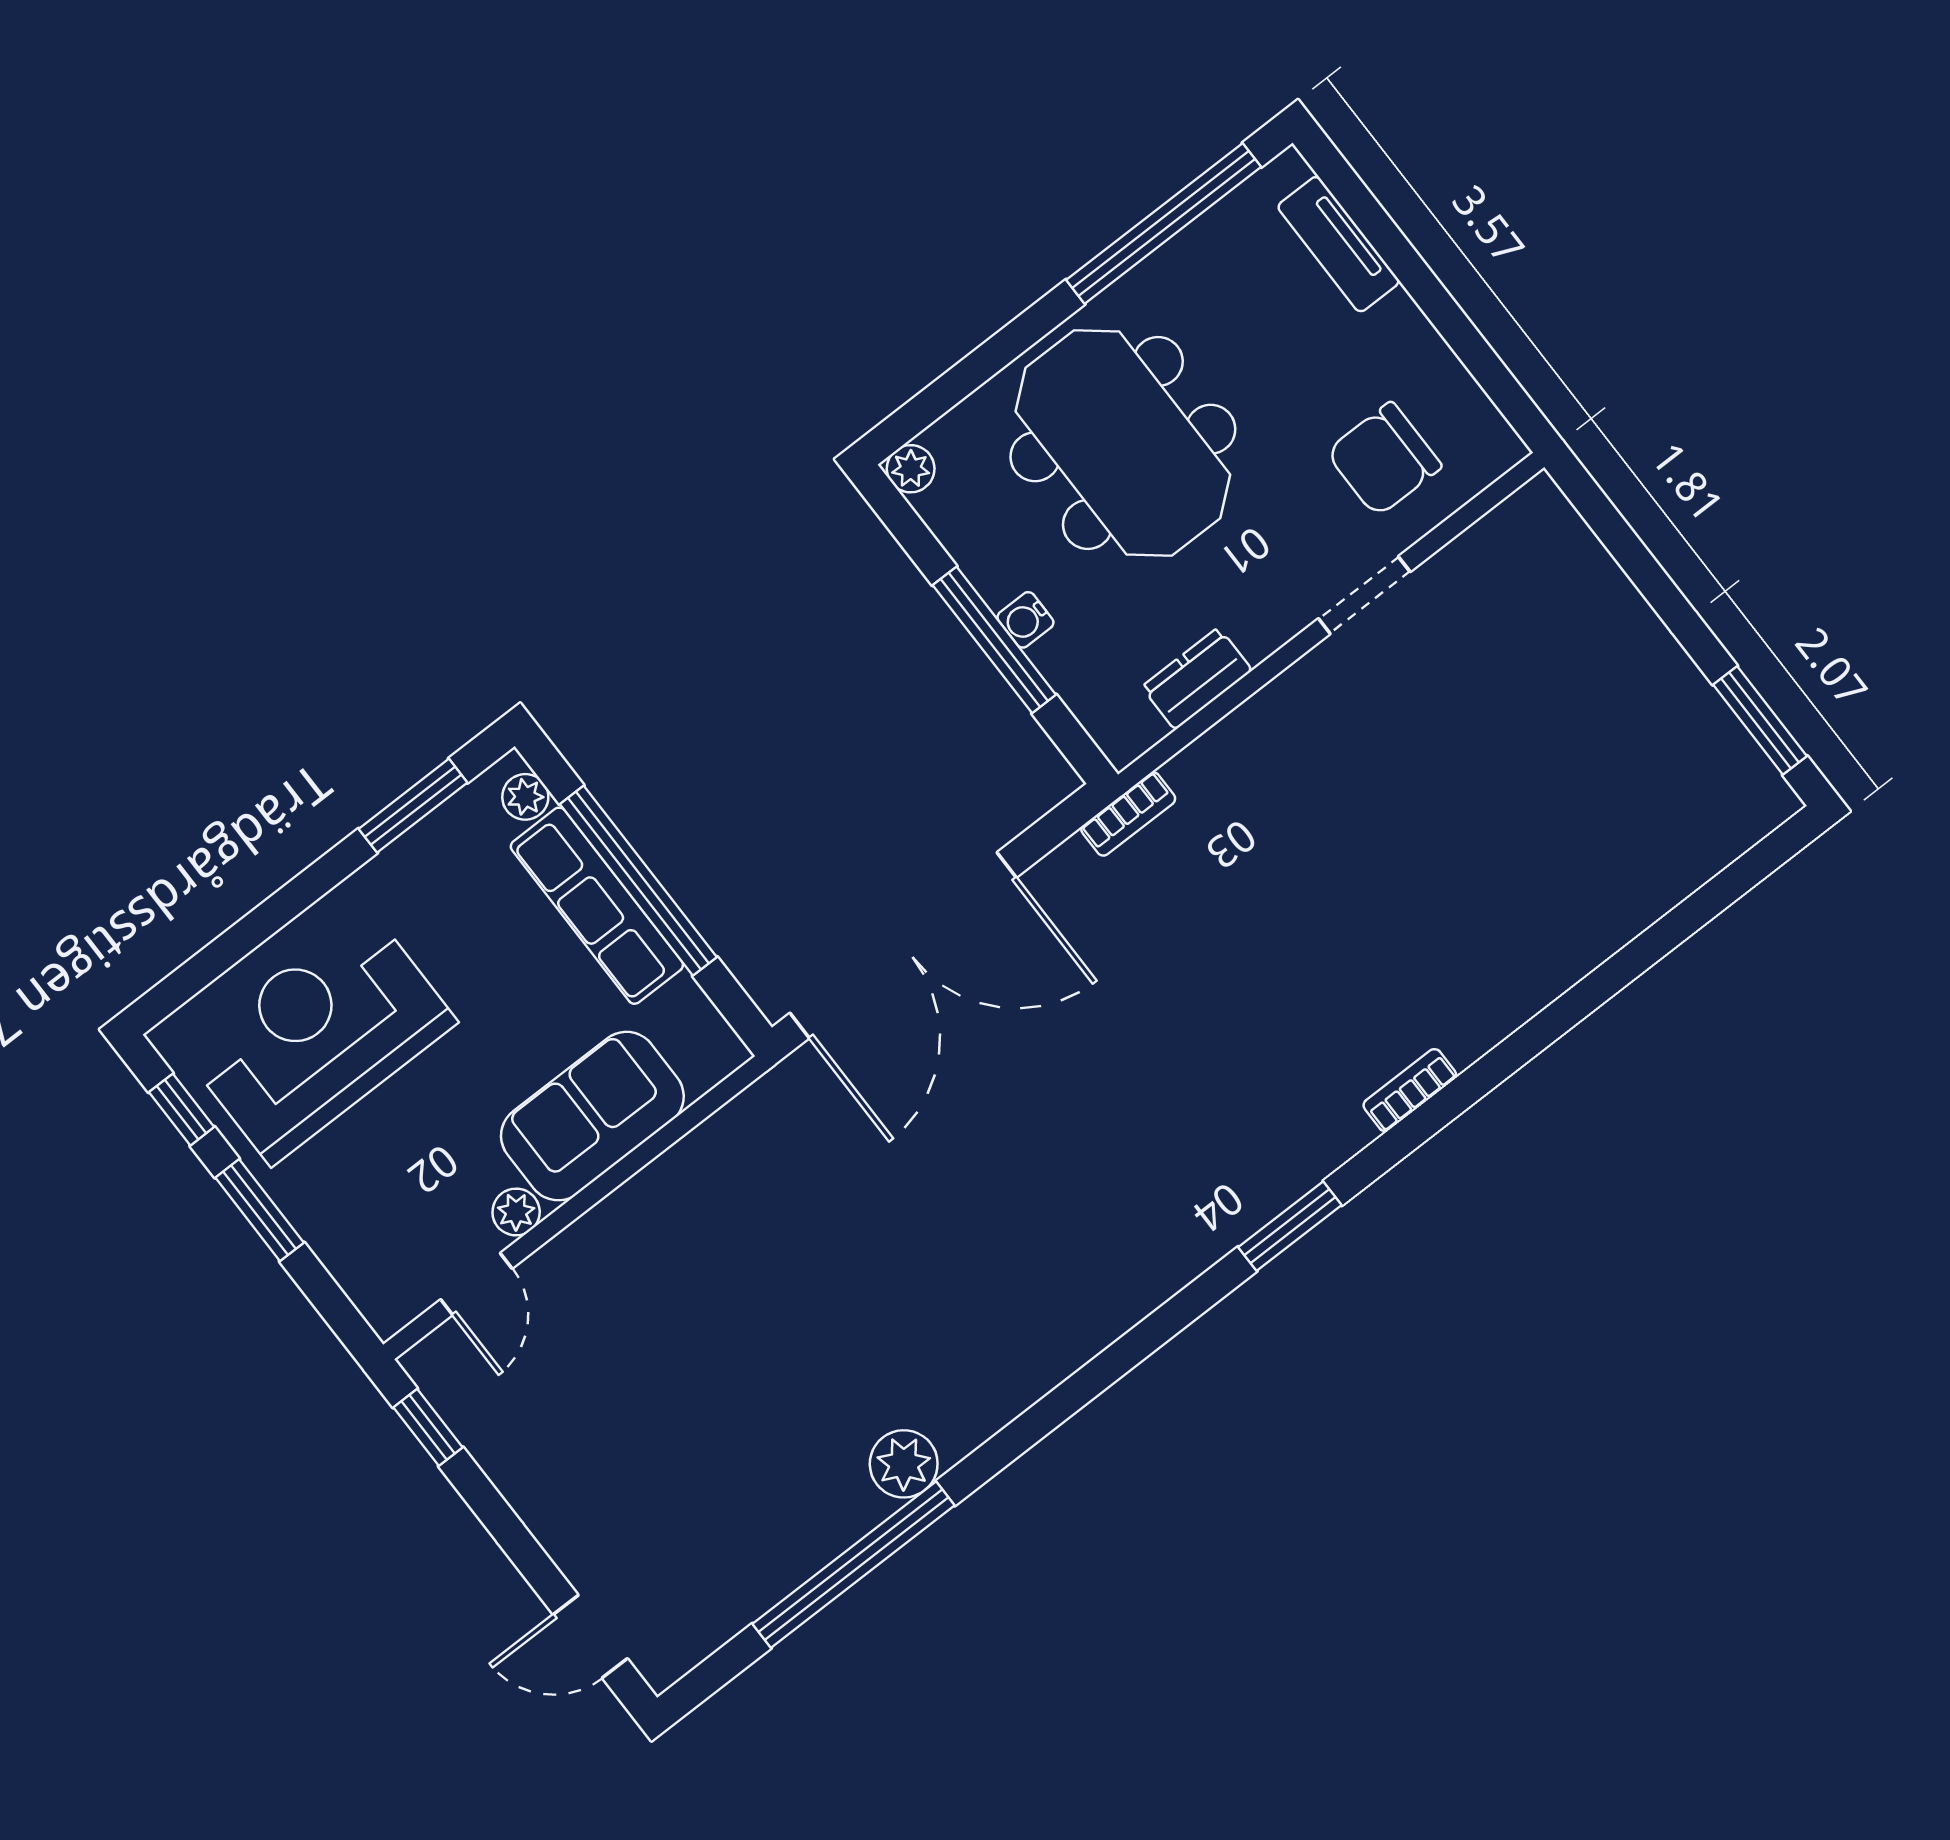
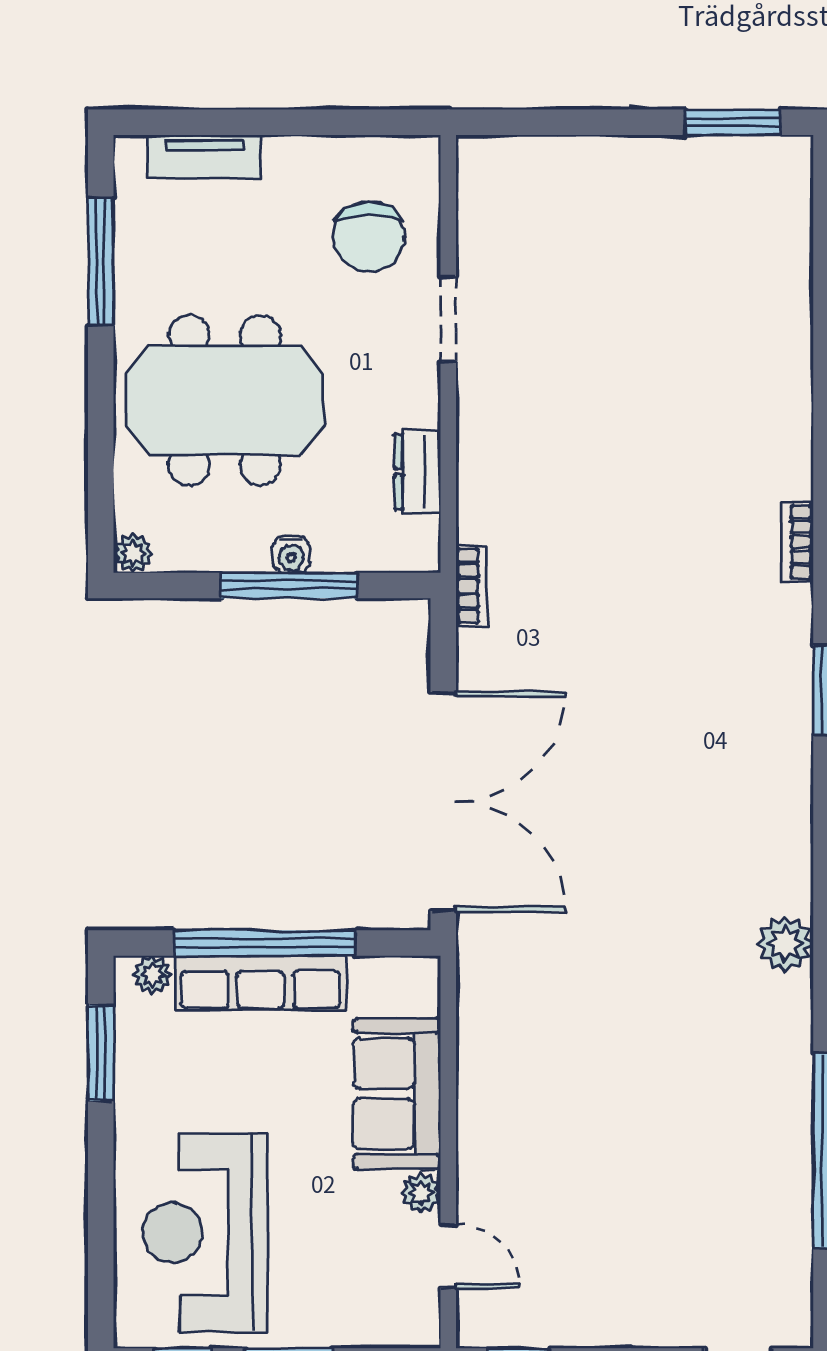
window: (1164, 223) -> (101, 261), width x0.68
plant: (904, 1464) -> (785, 944), moved

